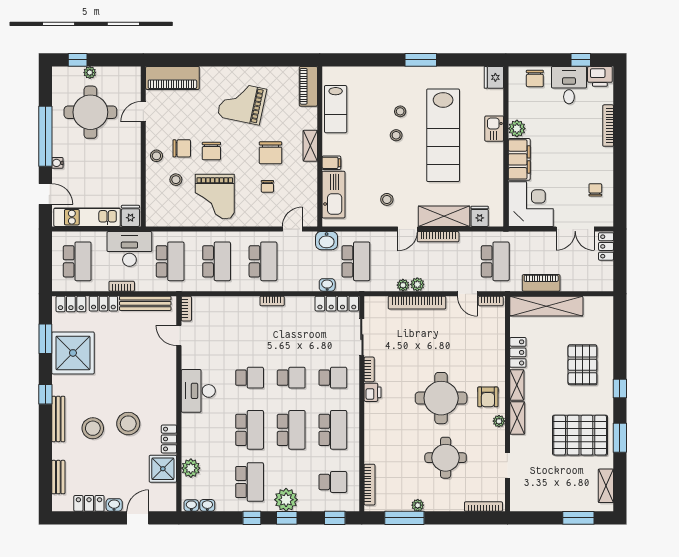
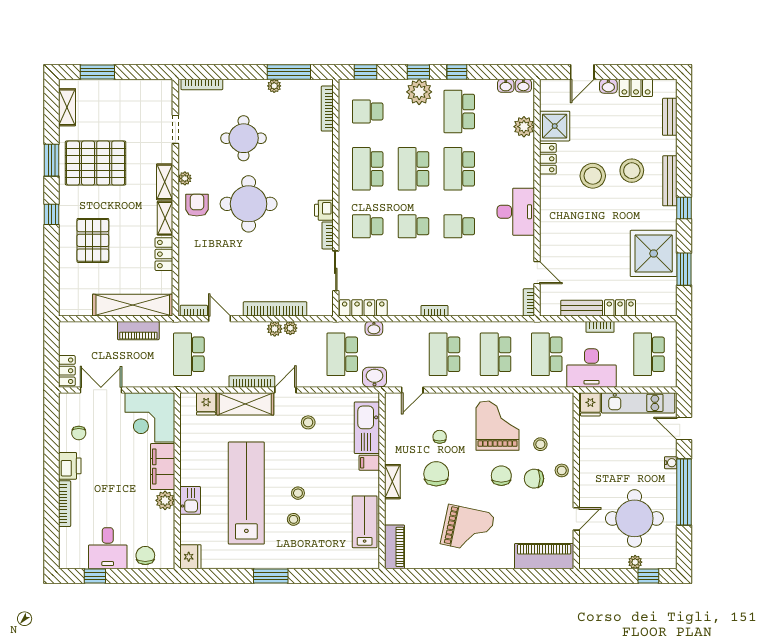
printer: (600, 76) -> (70, 466), moved, turned 90
bench: (145, 303) -> (582, 308), width x0.73
locker: (71, 304) -> (656, 307), removed

